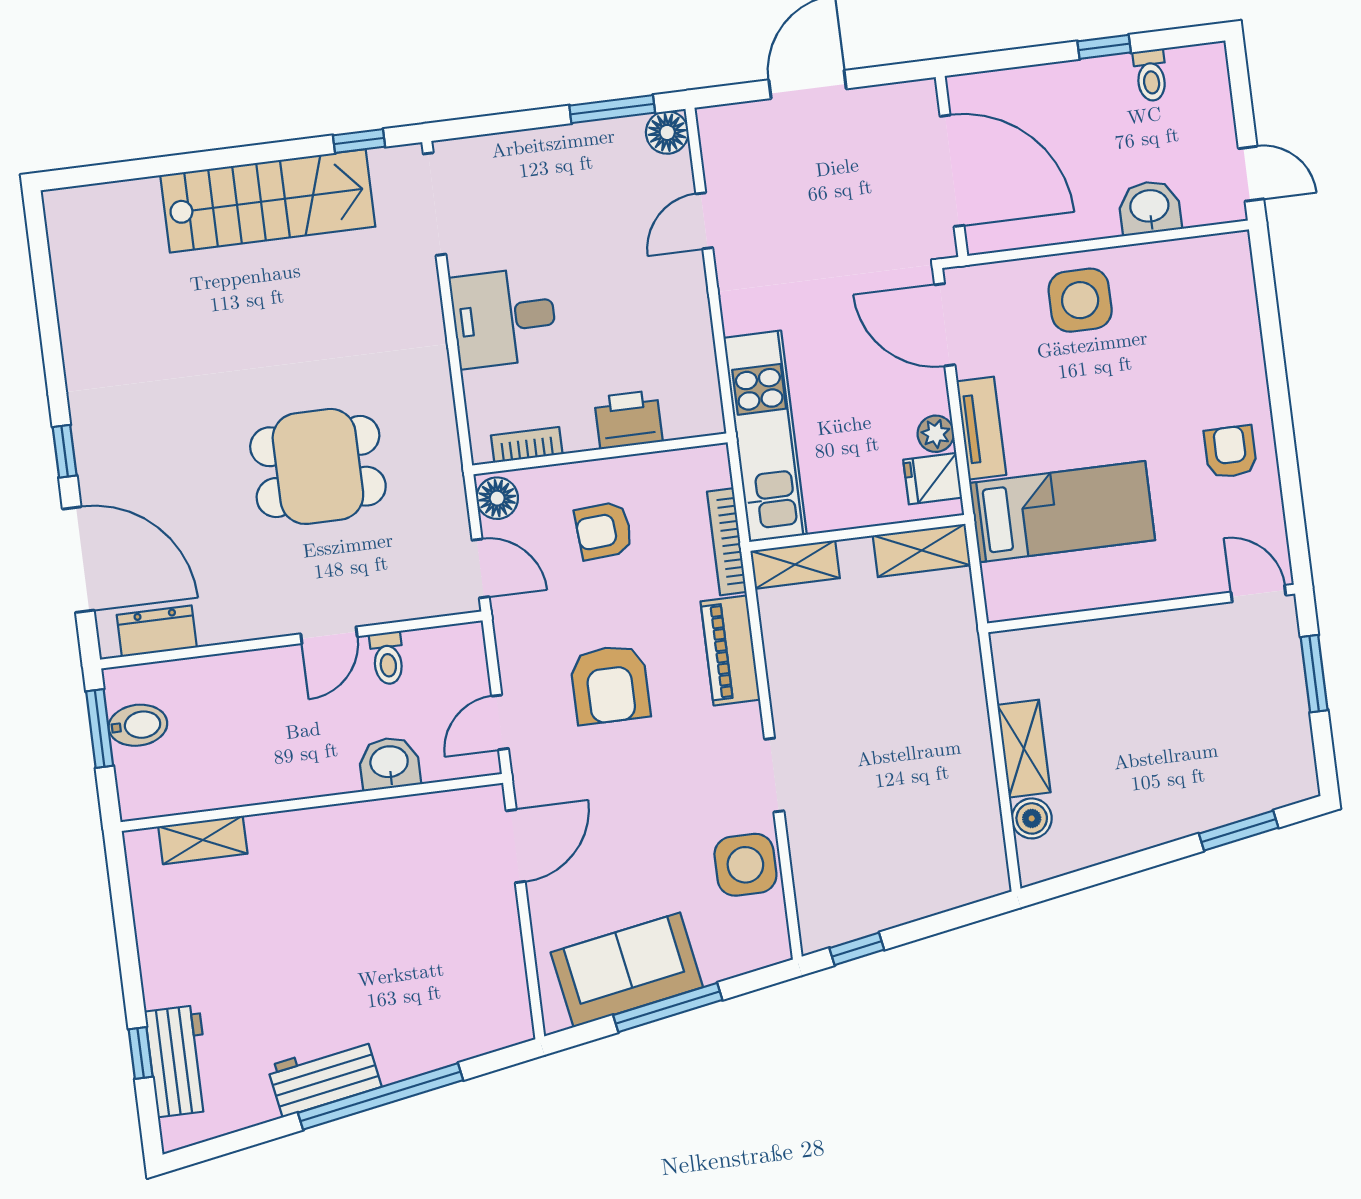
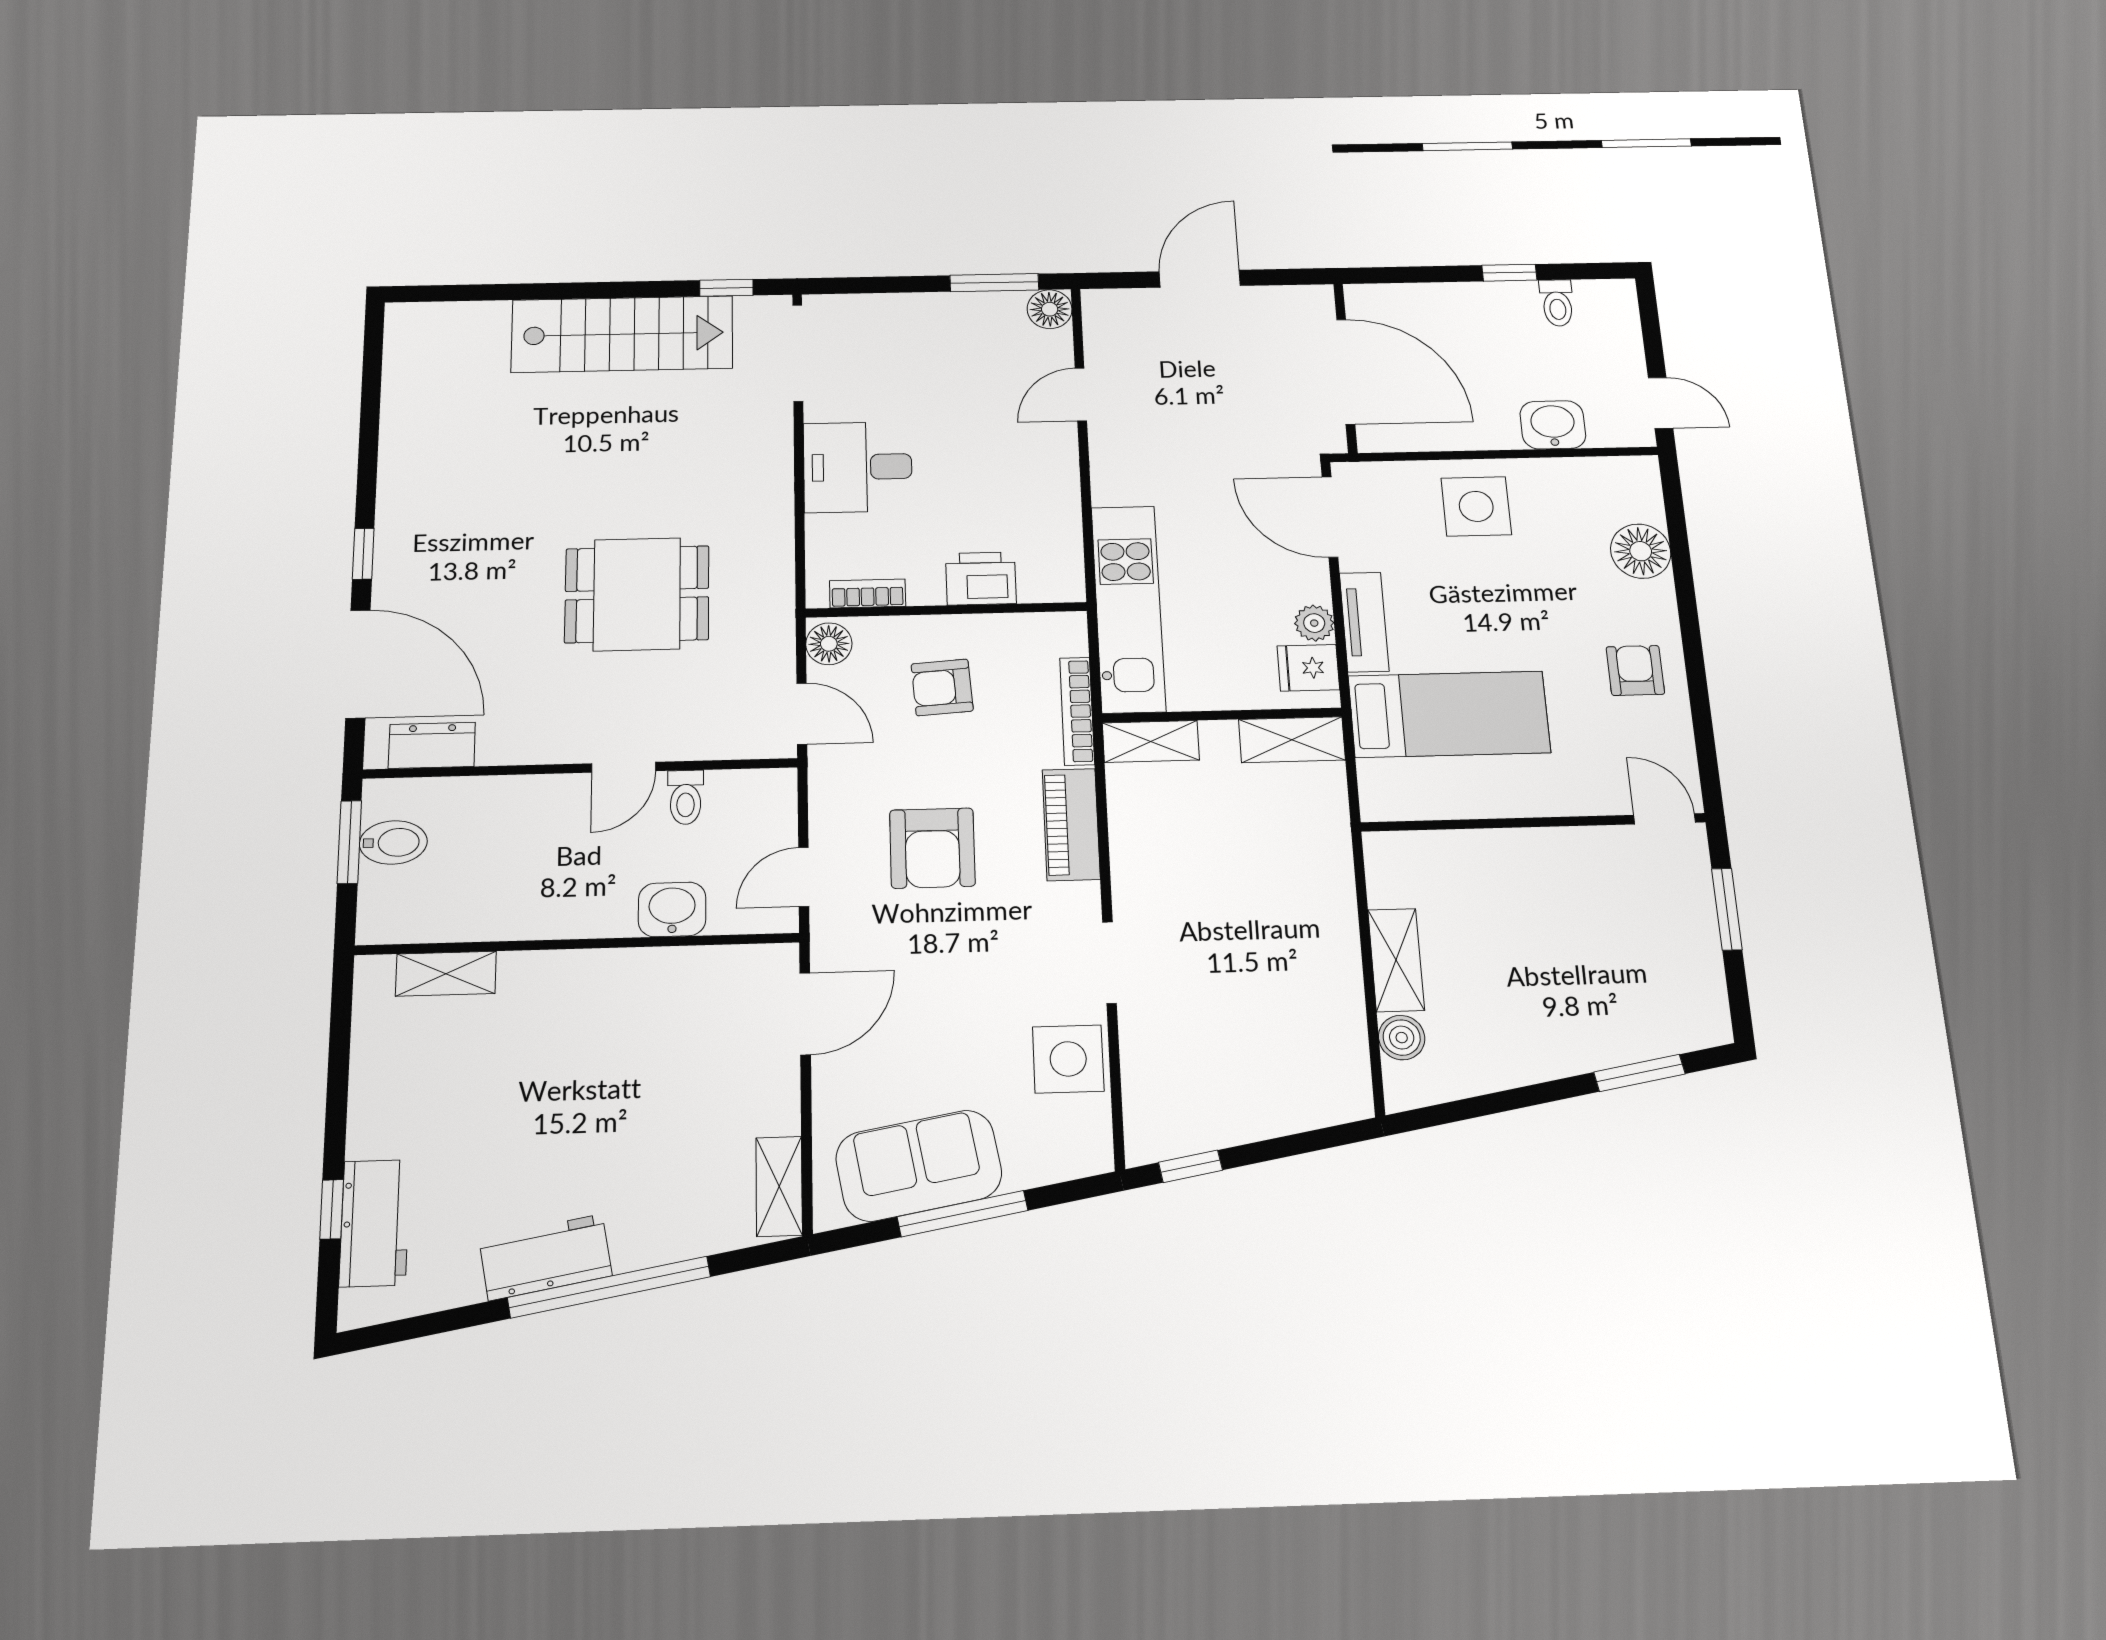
floor lamp: (1234, 331) -> (1641, 551), added
shelving: (511, 999) -> (779, 1186), added

